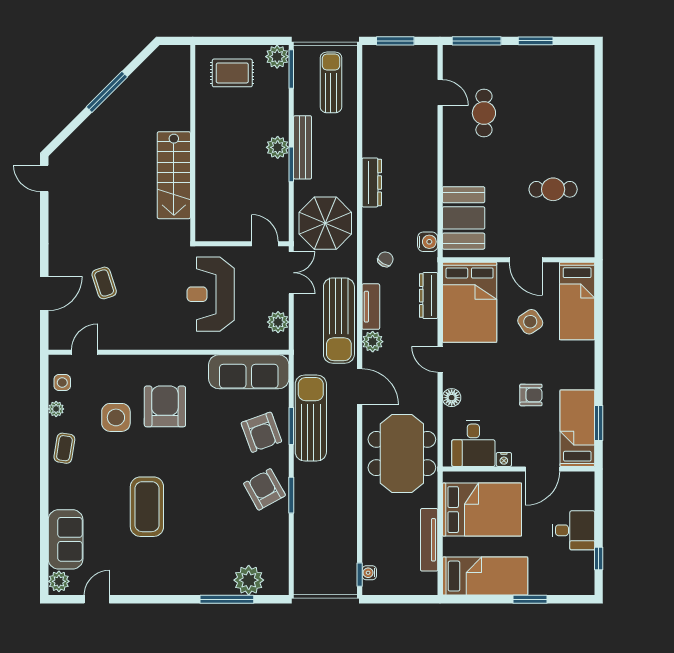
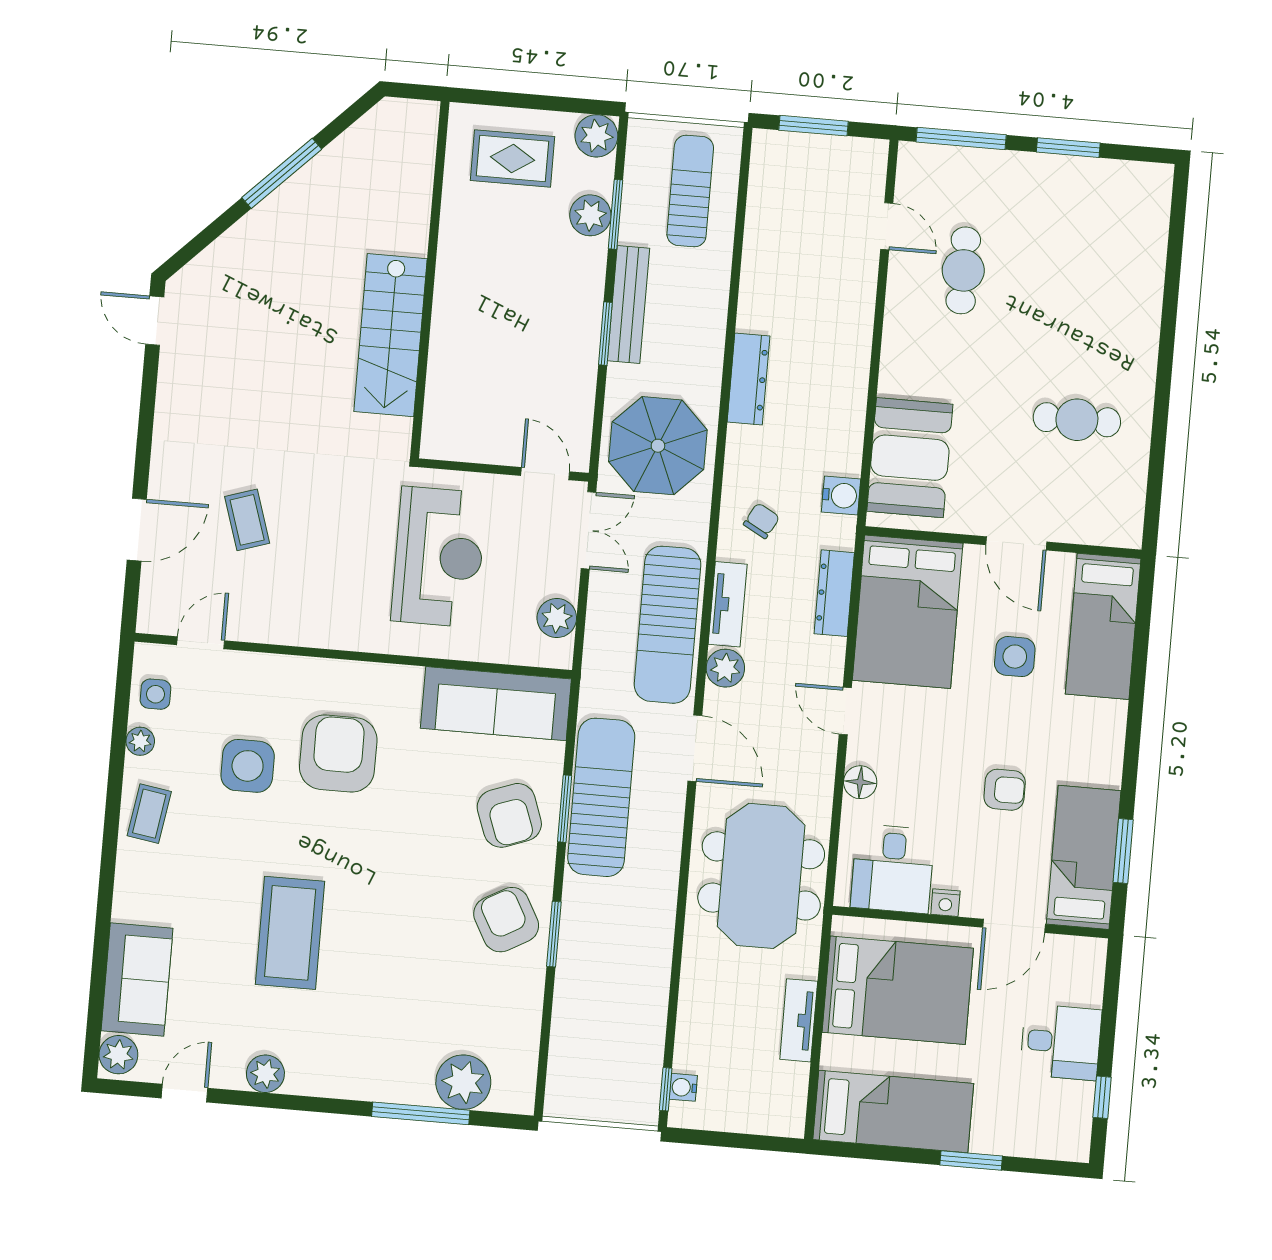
window: (291, 69) -> (616, 214), moved
plant: (278, 147) -> (590, 215), moved
reception desk: (211, 294) -> (439, 557), turned 180
side table: (530, 322) -> (1015, 657), turned 33
tv unit: (429, 540) -> (799, 1020), width x0.71
plant: (140, 585) -> (265, 1074), added

